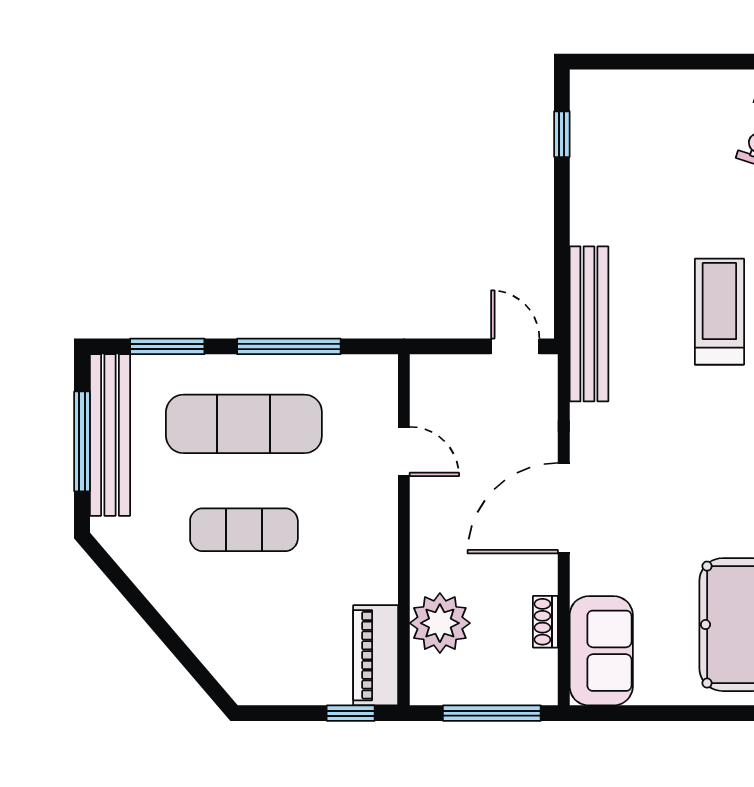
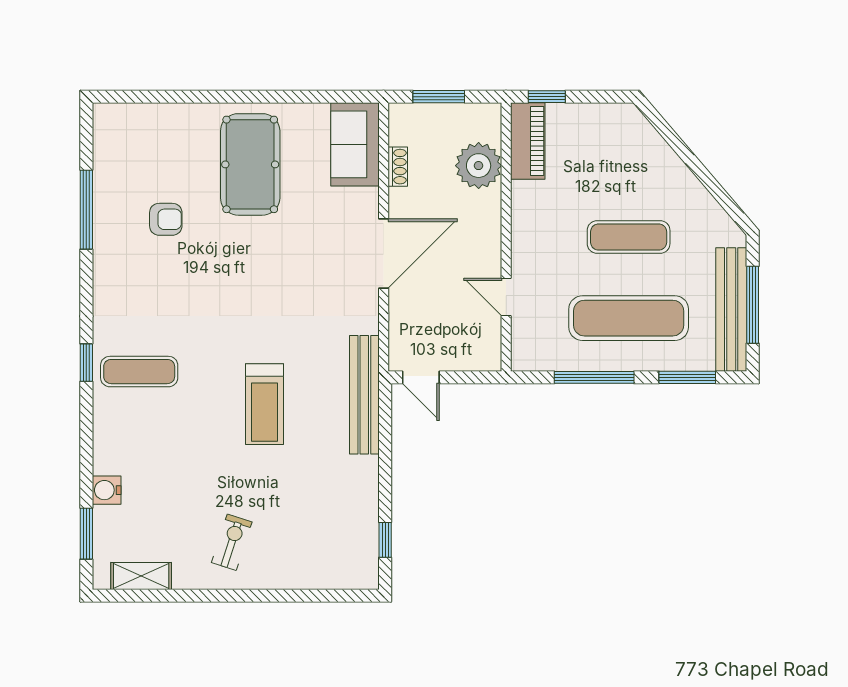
window: (492, 713) -> (439, 97), width x0.69

